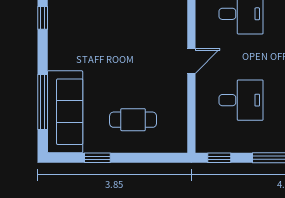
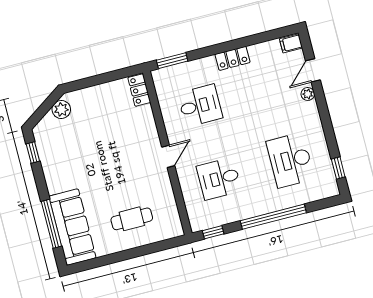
desk: (241, 100) -> (219, 179), turned 180
window: (97, 158) -> (110, 259), removed

